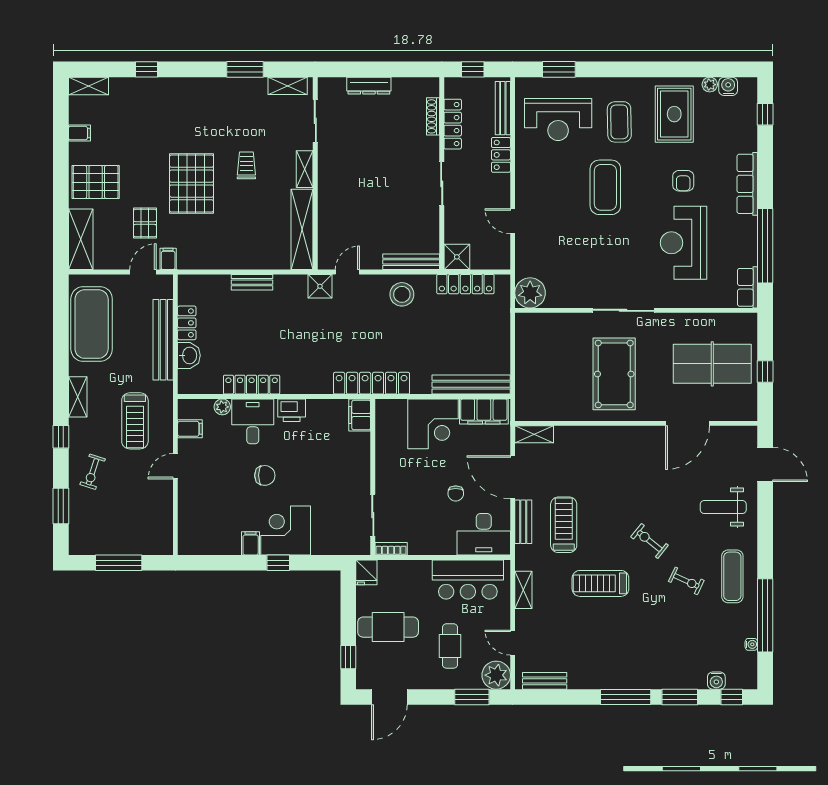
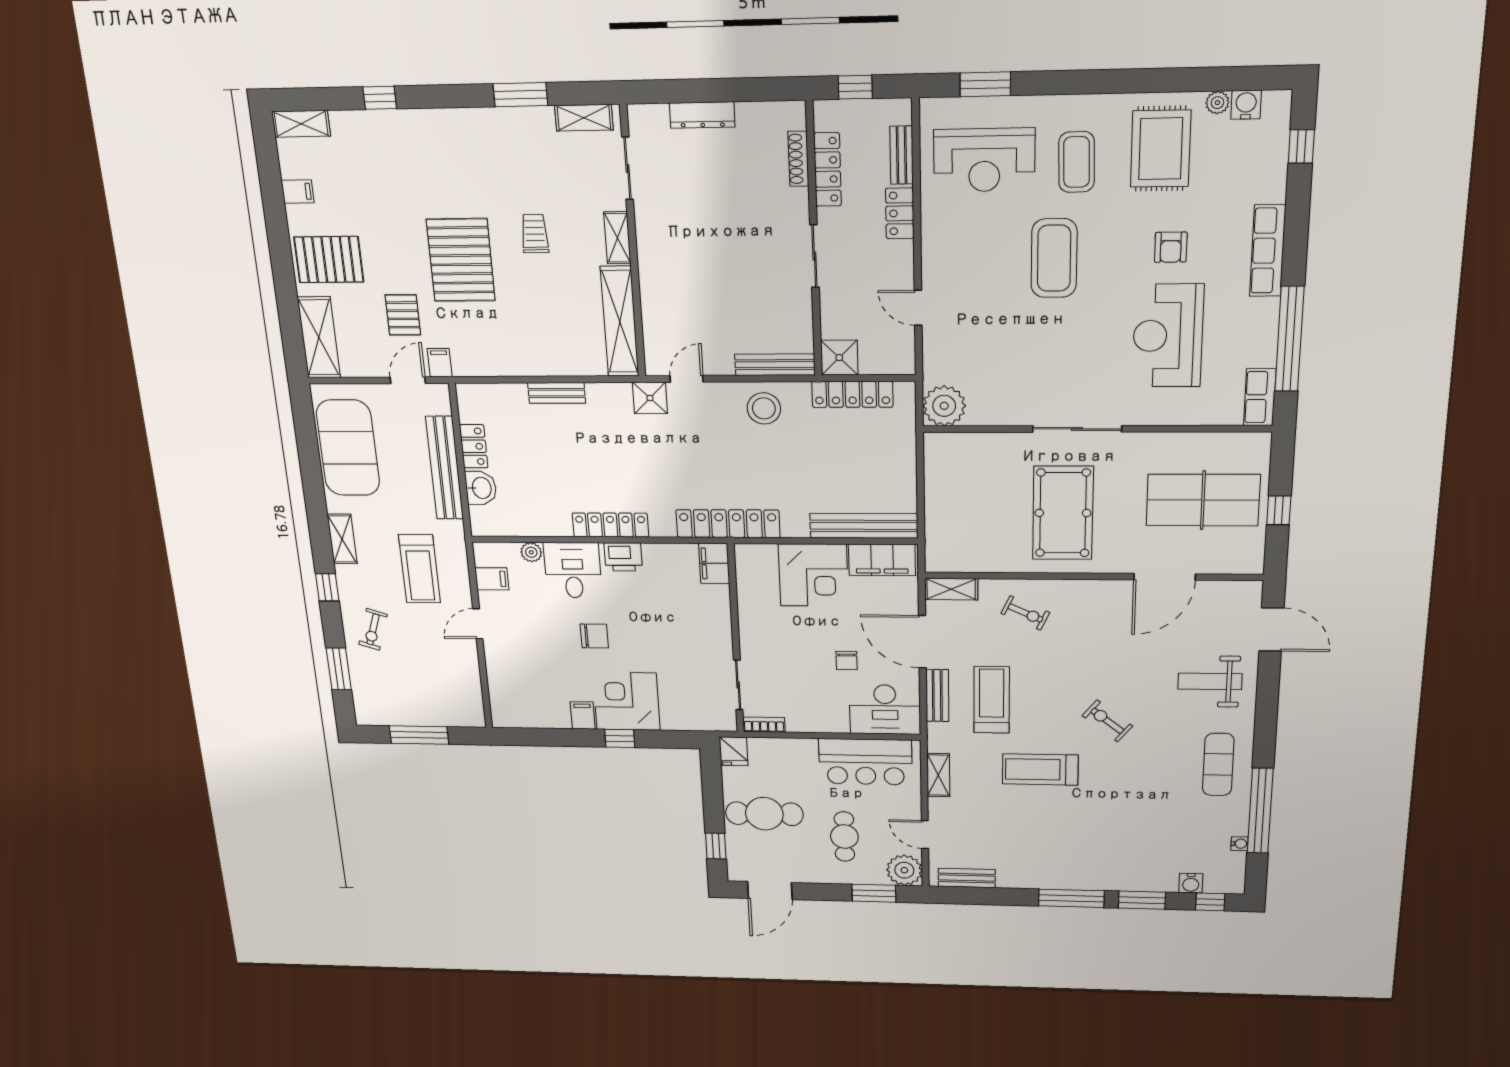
bench: (503, 108) -> (902, 155), width x0.73
locker: (252, 385) -> (610, 525), moved
exercise bike: (686, 581) -> (1025, 613), moved

